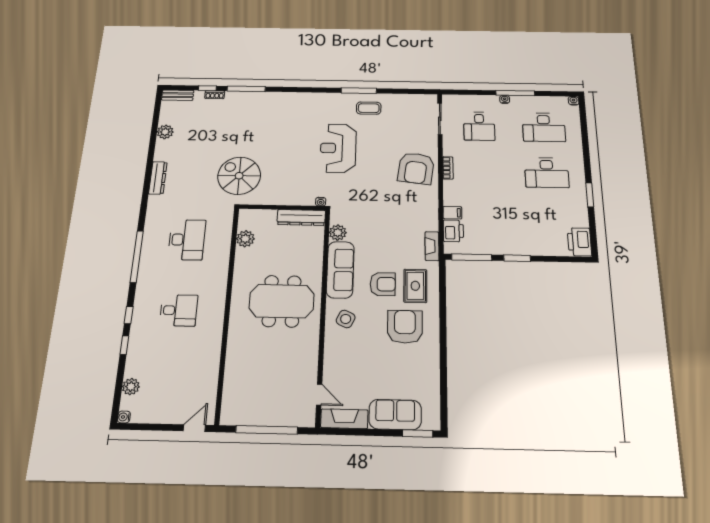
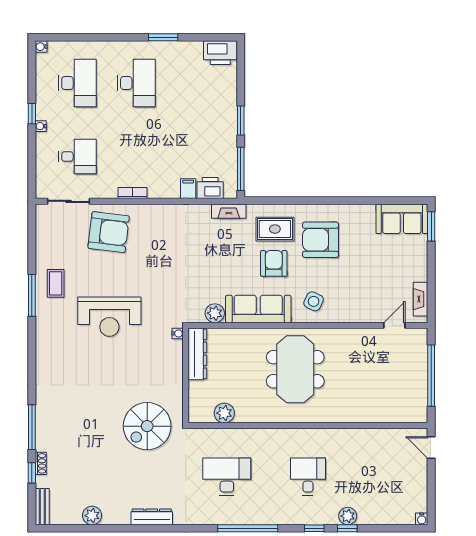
window: (515, 93) -> (32, 114), width x0.46
armchair: (416, 168) -> (109, 232), moved
plant: (131, 387) -> (348, 516), moved
sofa: (395, 415) -> (402, 219), moved, turned -90
fireplace: (344, 419) -> (420, 299), width x0.73, depth x0.76

